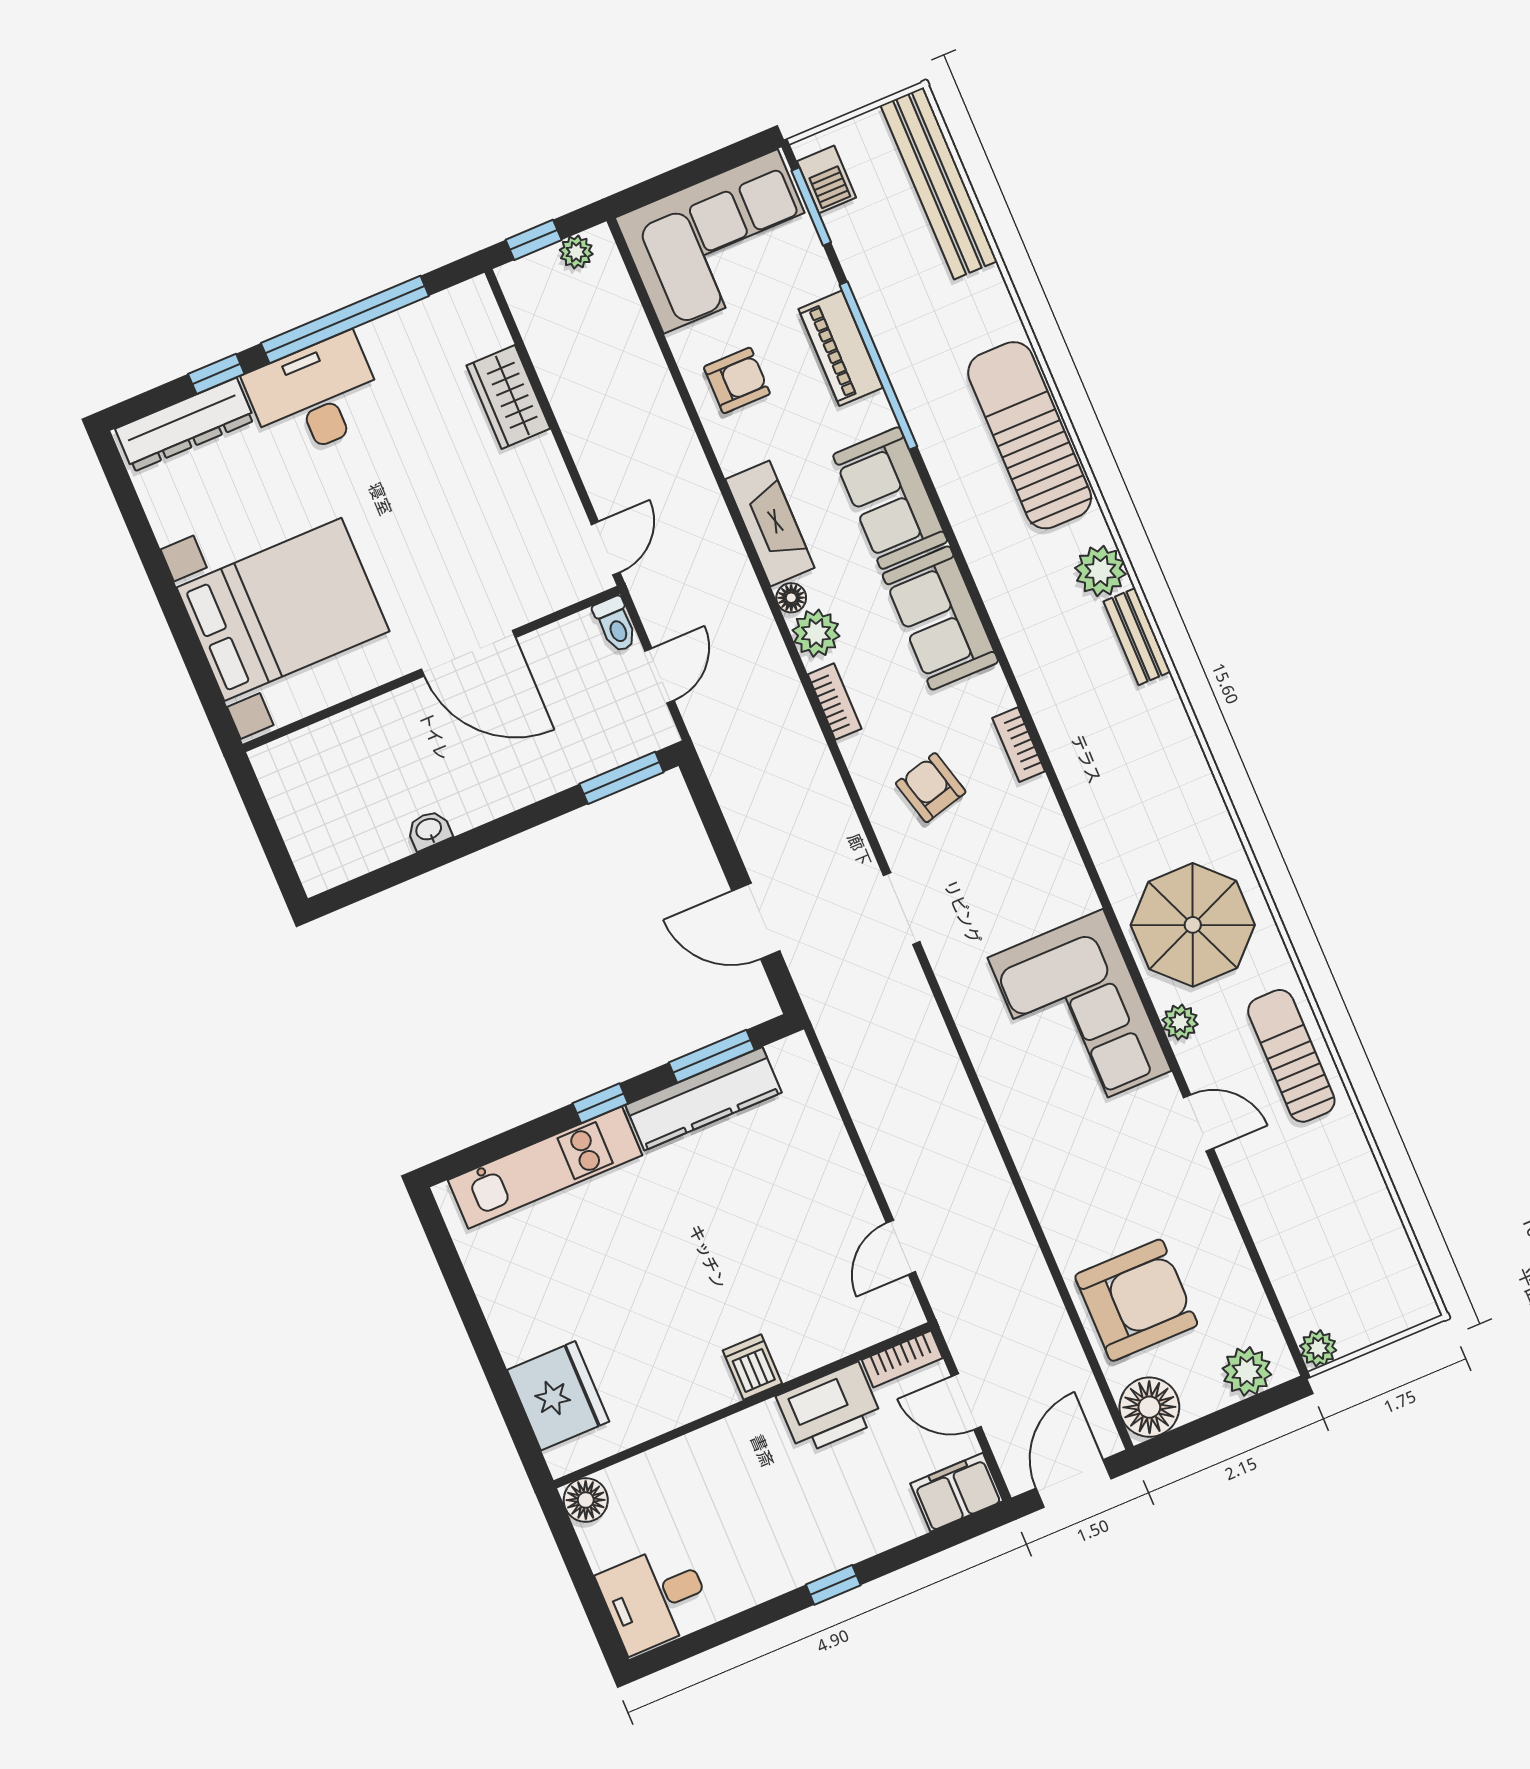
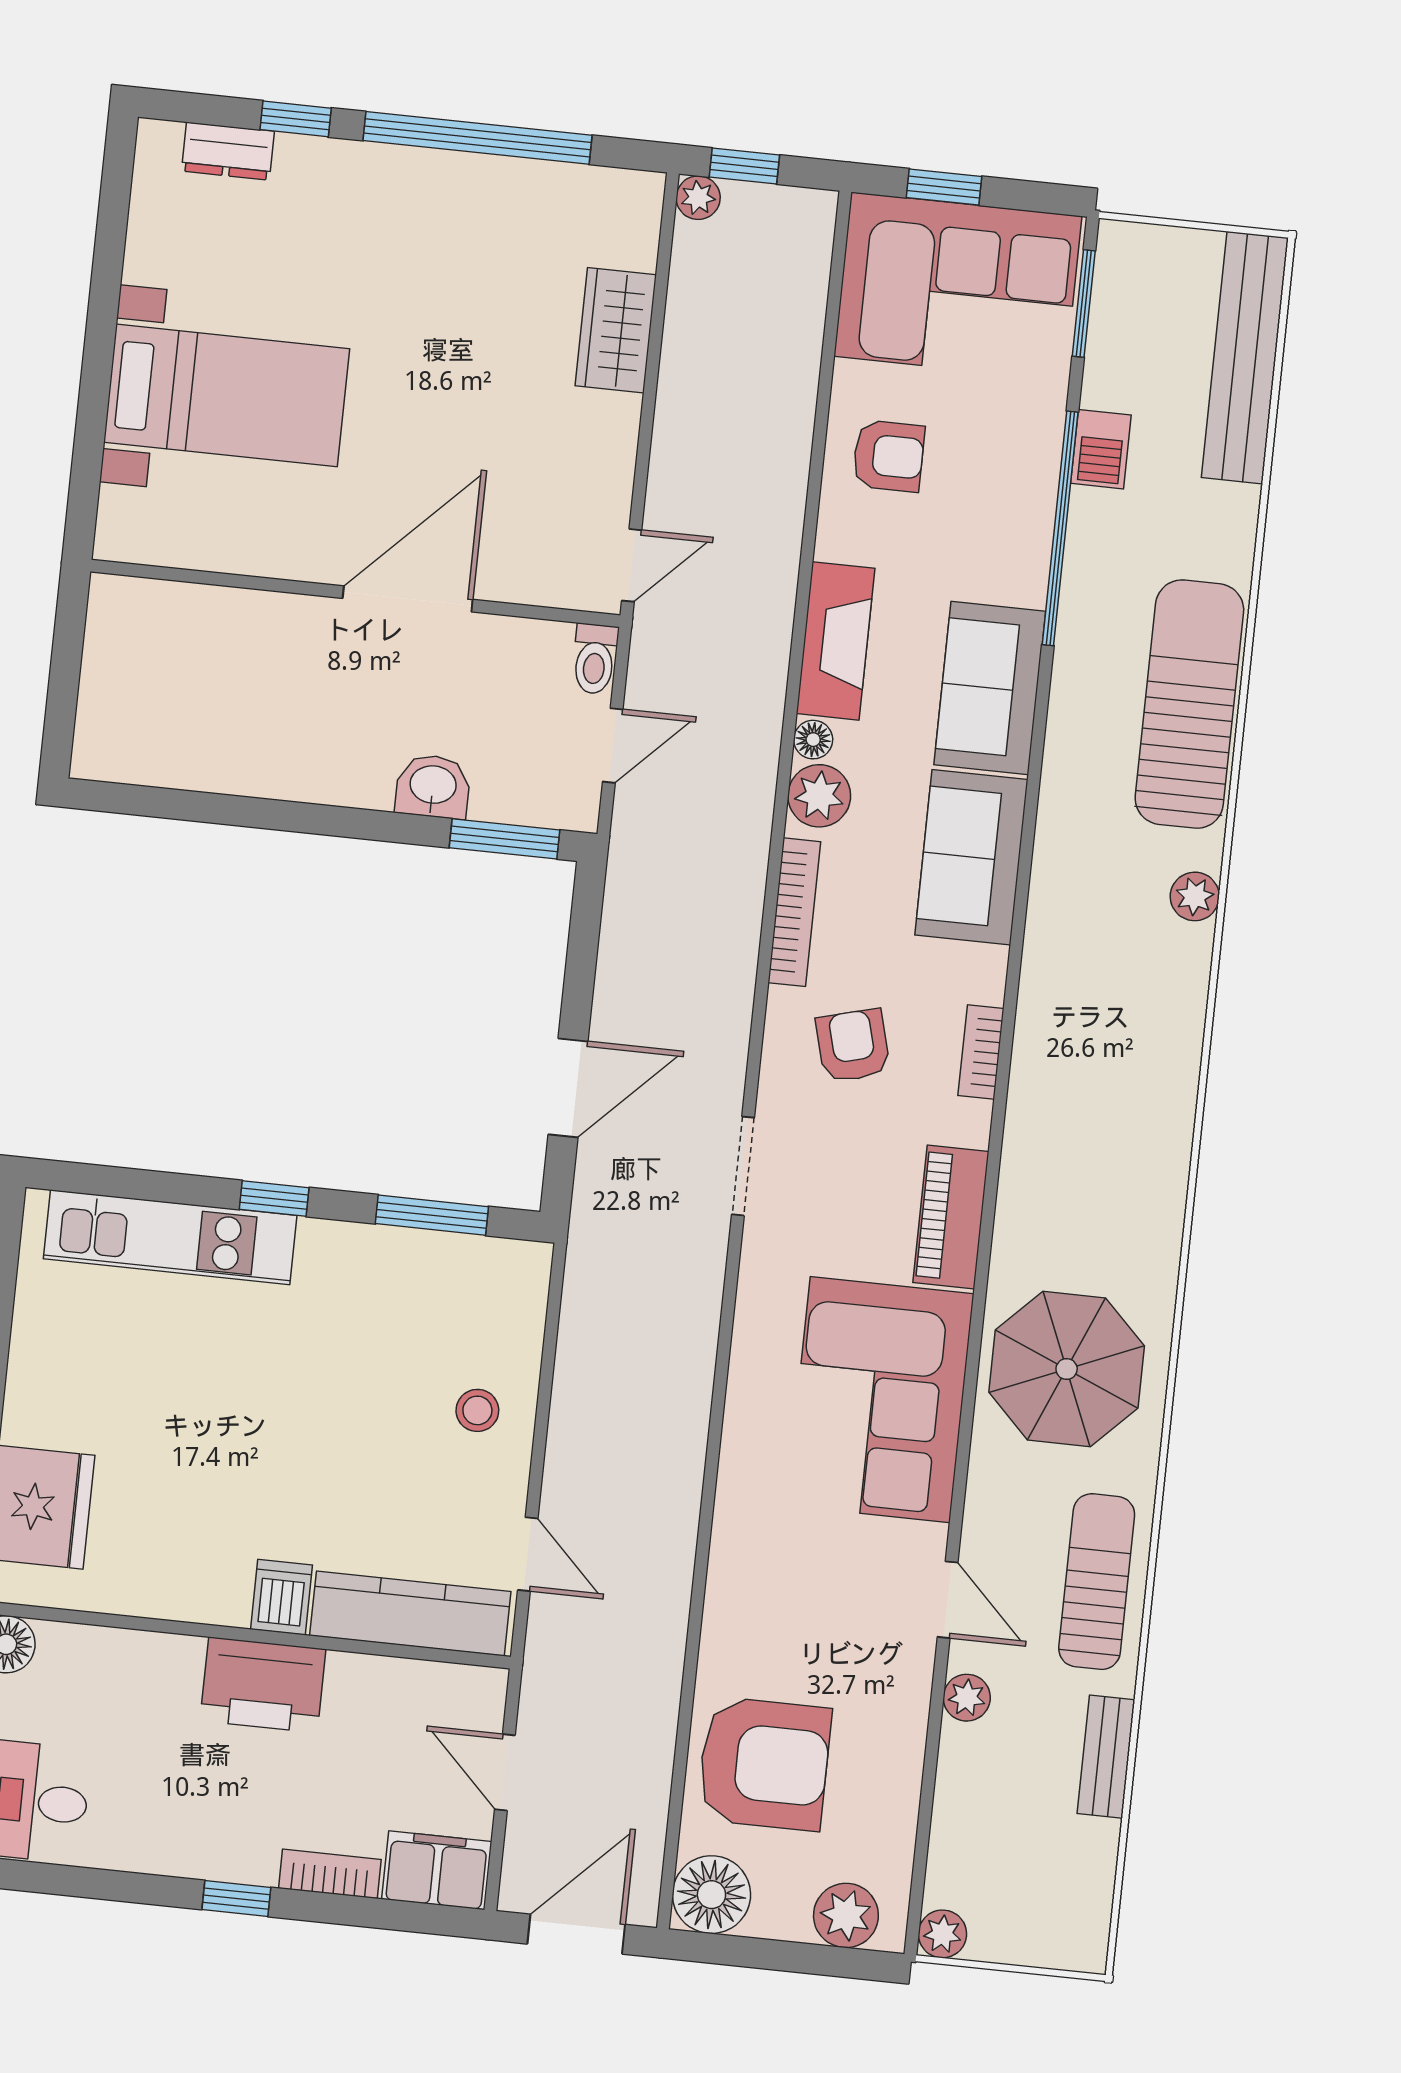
barbecue: (827, 179) -> (1101, 449), moved
window: (675, 180) -> (944, 187), added
plant: (576, 252) -> (698, 198), moved
piano: (841, 348) -> (951, 1217), moved
desk: (315, 396) -> (394, 207), removed
dresser: (185, 425) -> (228, 151), width x0.51, depth x0.80
plant: (1100, 571) -> (1195, 896), width x0.73, depth x0.73
bed with nightstands: (283, 609) -> (227, 395), width x0.73
bench: (1137, 637) -> (1106, 1757), moved
door: (468, 653) -> (408, 599), swing flipped
bookcase: (835, 702) -> (794, 912), width x1.56
washbasin: (429, 830) -> (433, 786), moved, width x1.38, depth x1.45
door: (756, 921) -> (568, 1088), swing flipped
plant: (1180, 1022) -> (967, 1698), moved
kitchen counter: (703, 1099) -> (410, 1613), moved, turned 180
stool: (814, 1170) -> (477, 1410), added
door: (901, 1247) -> (528, 1554), swing flipped
bookcase: (902, 1359) -> (330, 1874), moved, turned 180
printer: (829, 1408) -> (263, 1685), moved

